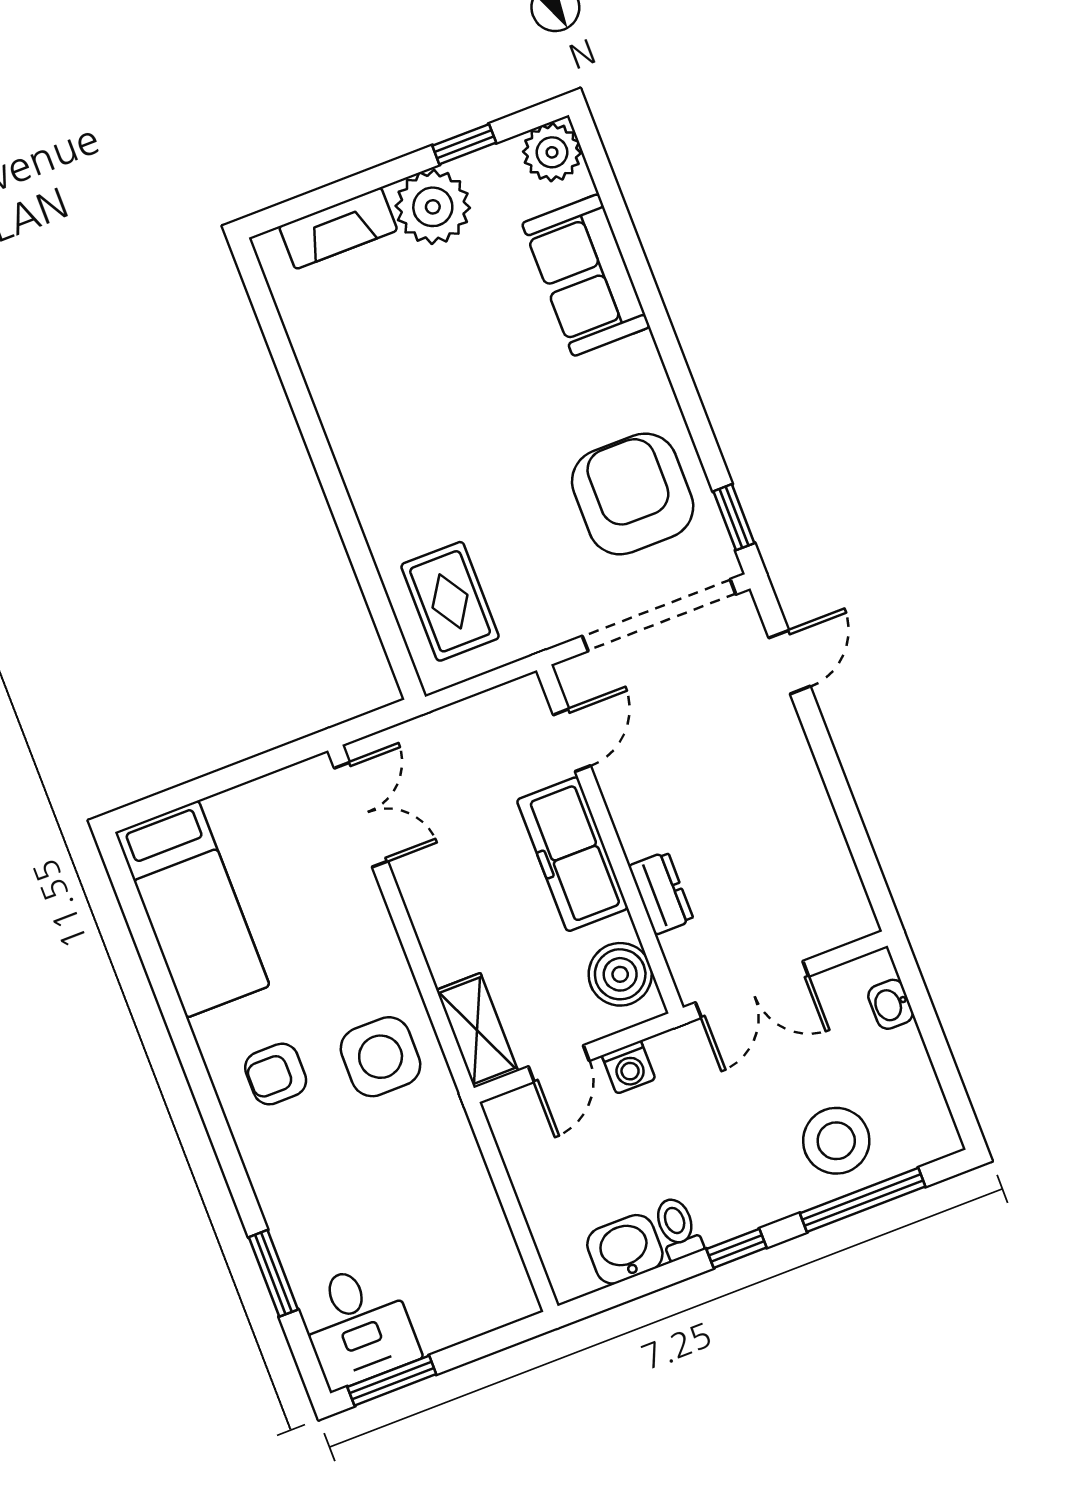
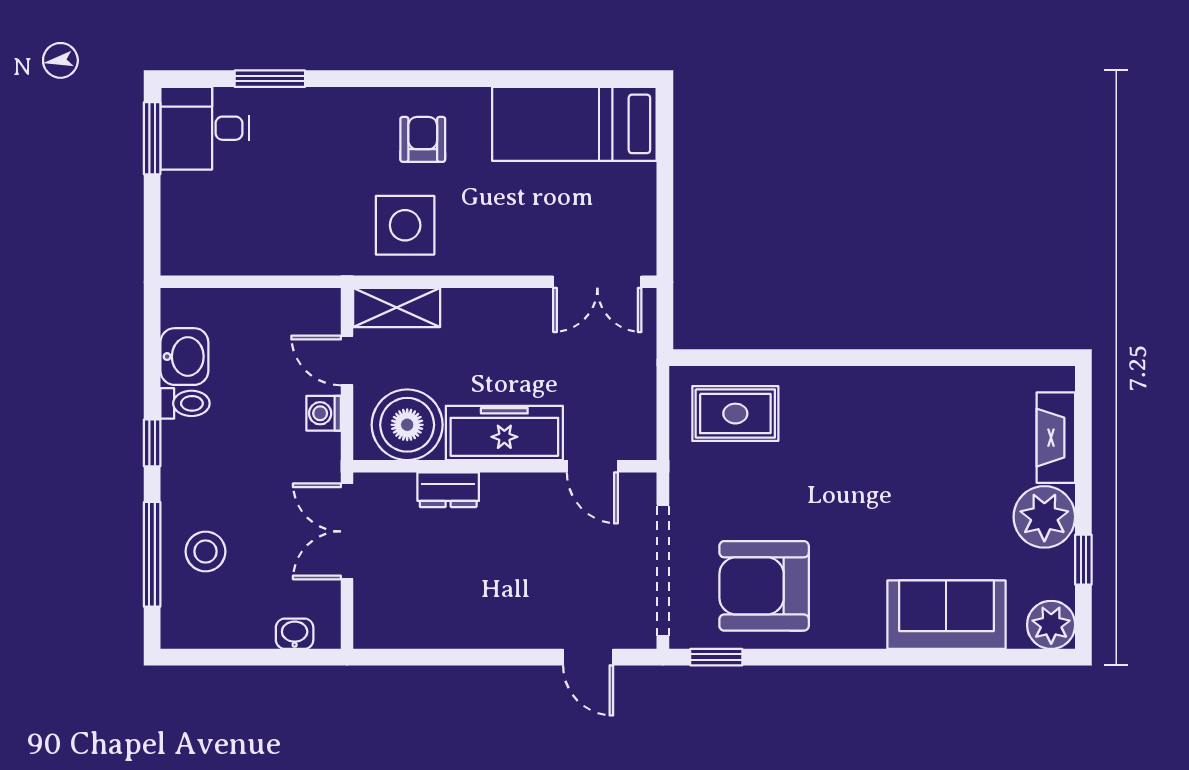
armchair: (633, 494) -> (764, 586), turned 180
boiler: (620, 974) -> (407, 425), width x1.37, depth x1.37
stool: (836, 1141) -> (206, 551), width x0.73, depth x0.73

